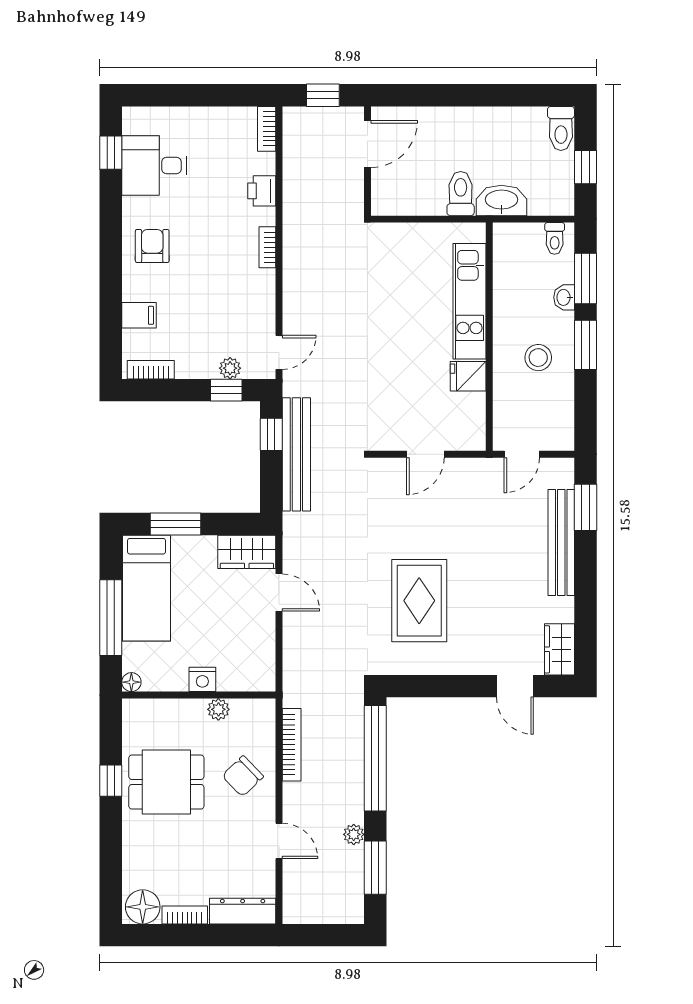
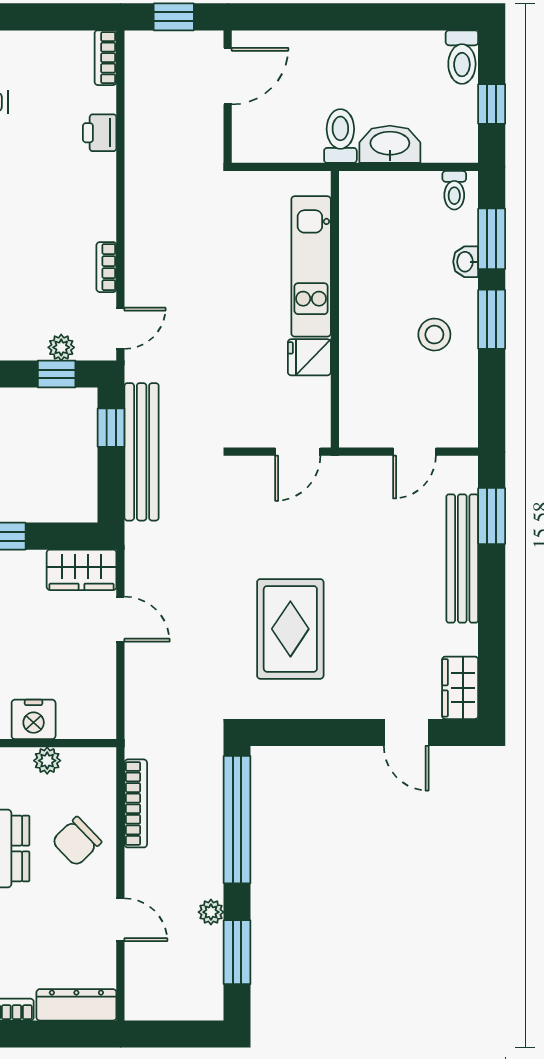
bookcase: (267, 247) -> (106, 267), moved
kitchen unit: (470, 301) -> (311, 266), moved
wall: (489, 337) -> (335, 309), moved
fridge: (468, 376) -> (309, 357), moved
nightstand: (202, 679) -> (34, 719), width x1.36, depth x1.33

